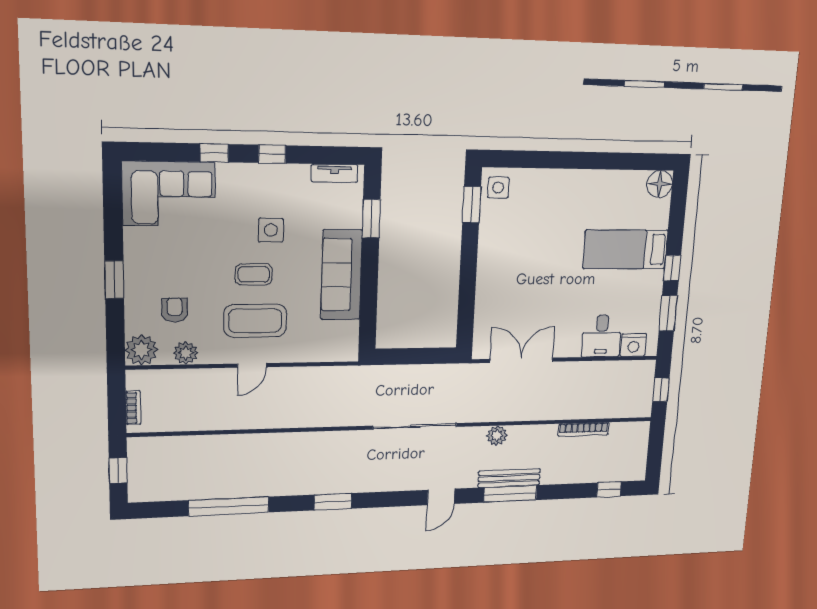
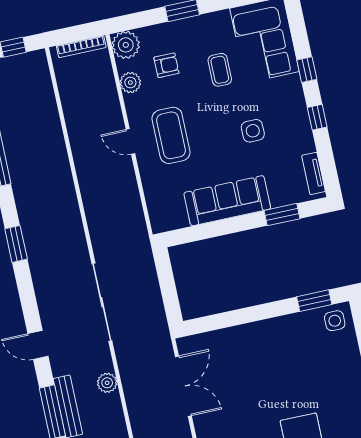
coffee table: (254, 274) -> (220, 70), moved
bookcase: (133, 408) -> (81, 47), width x1.56

